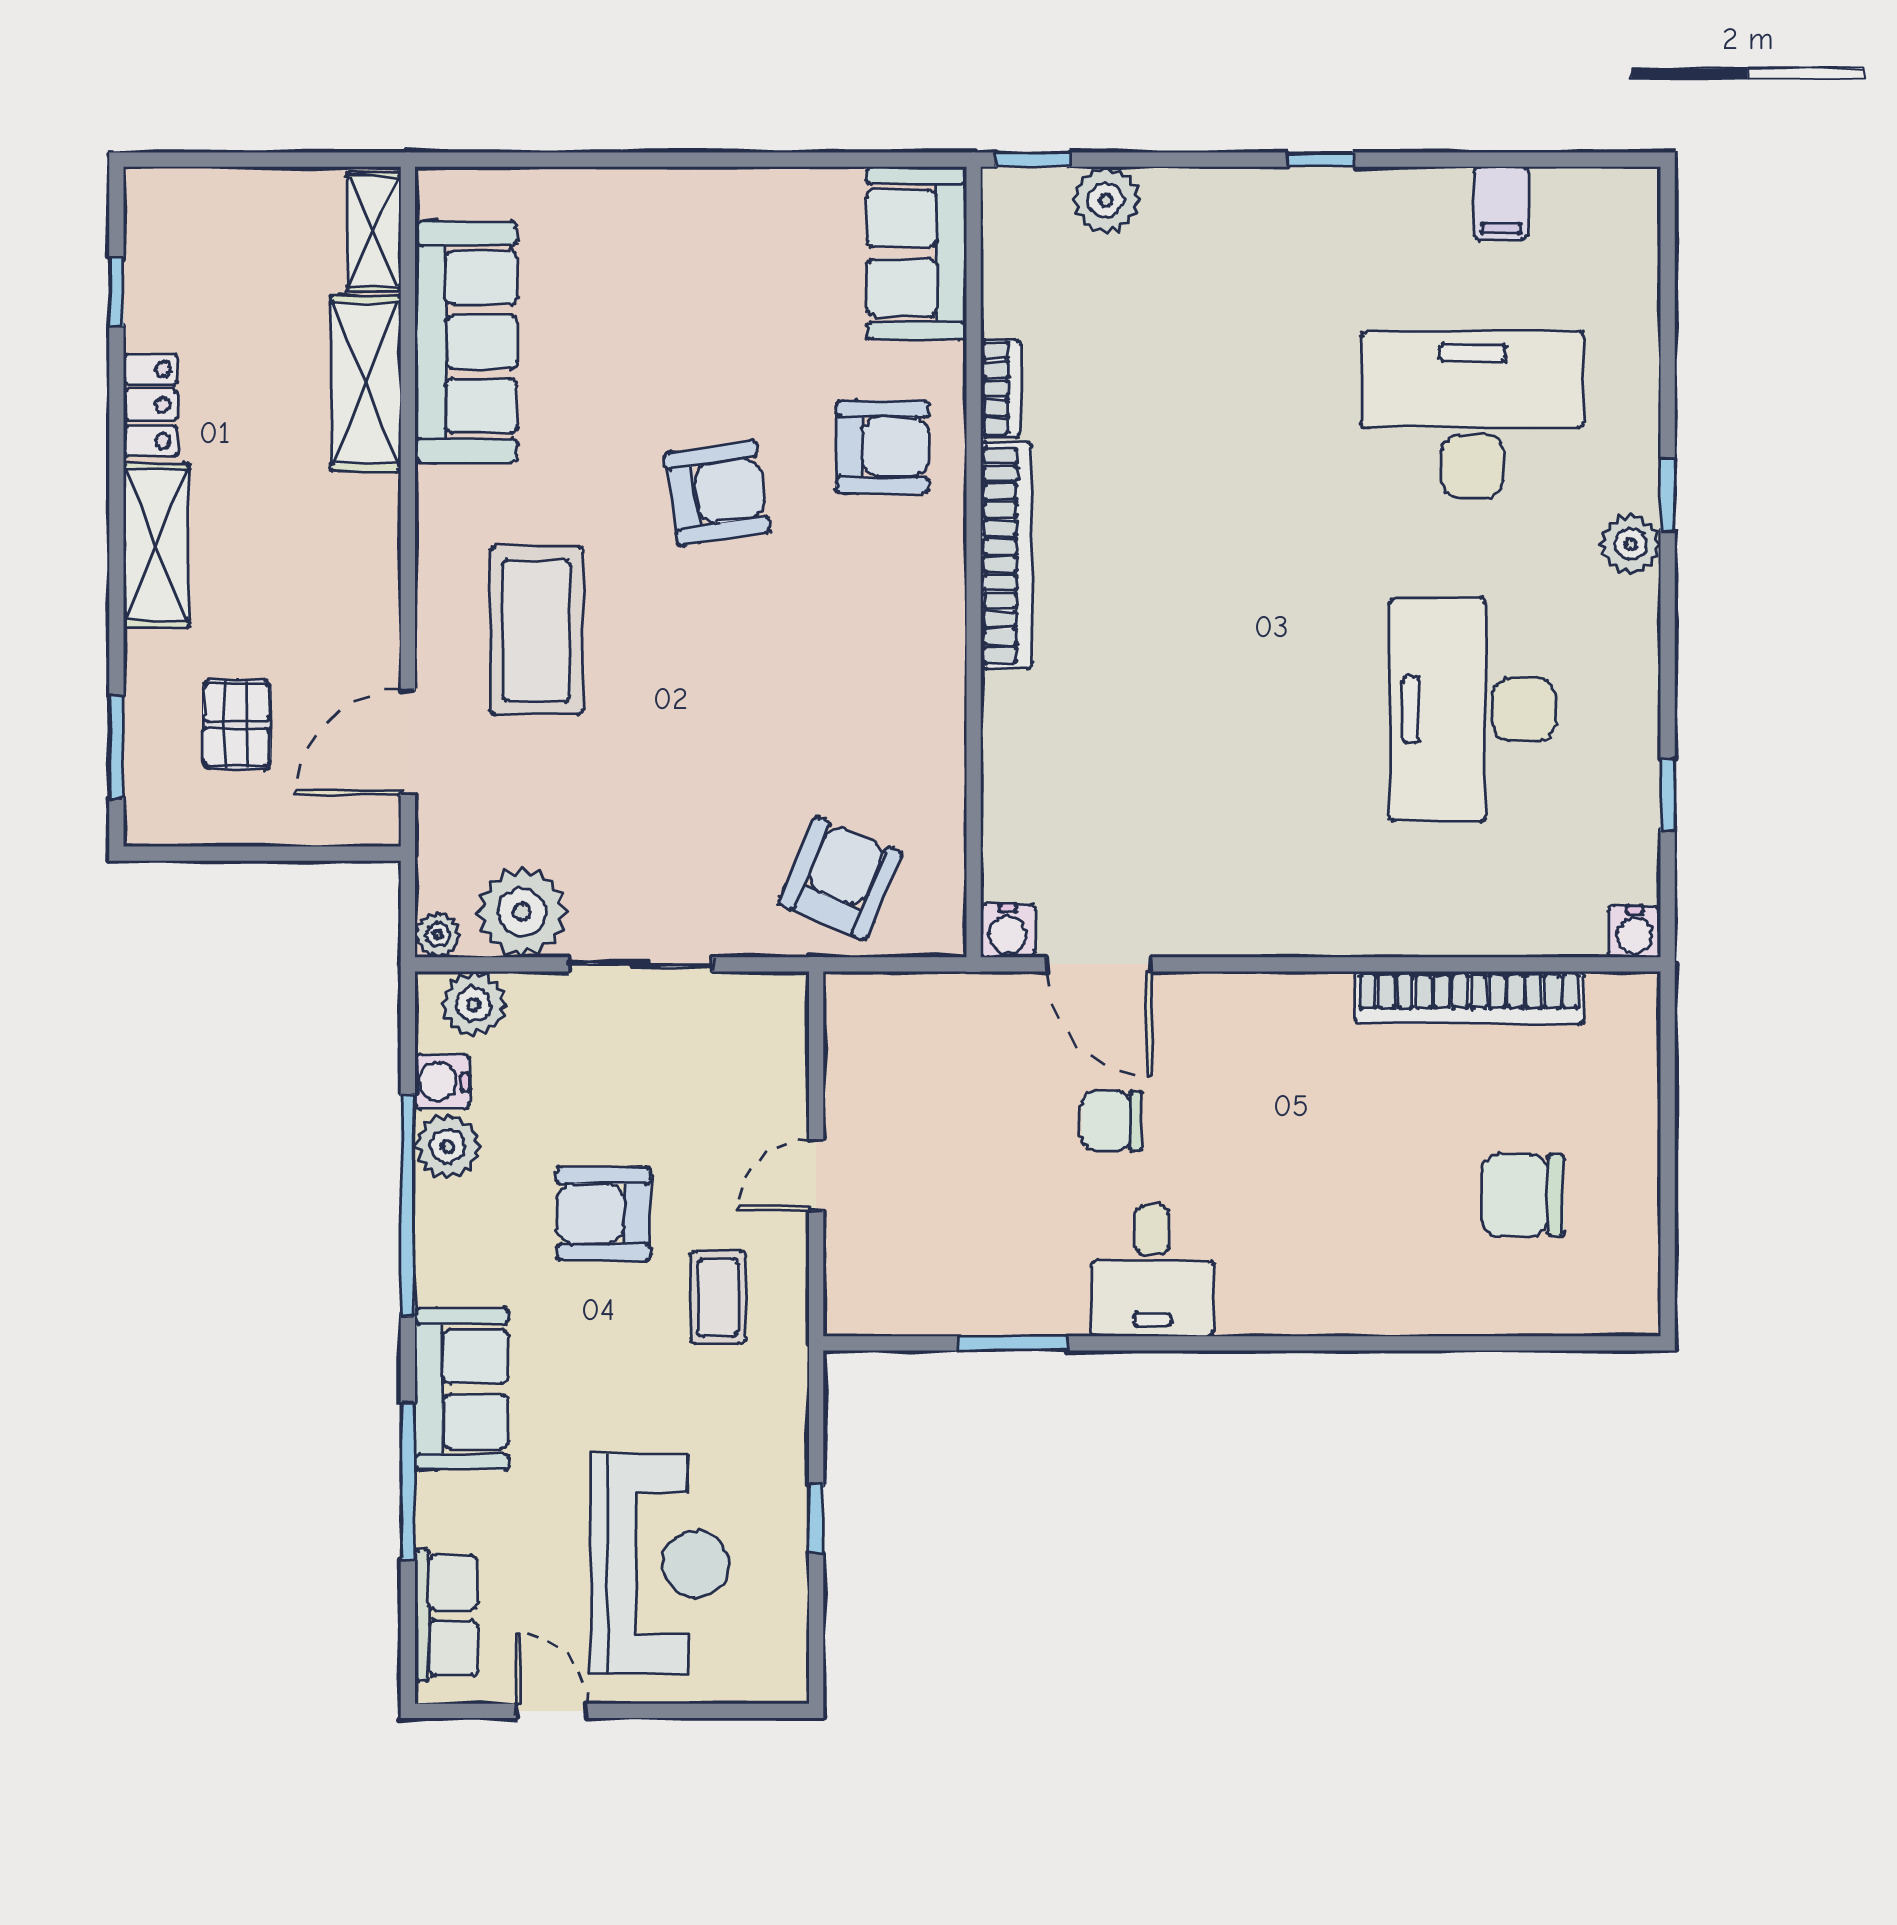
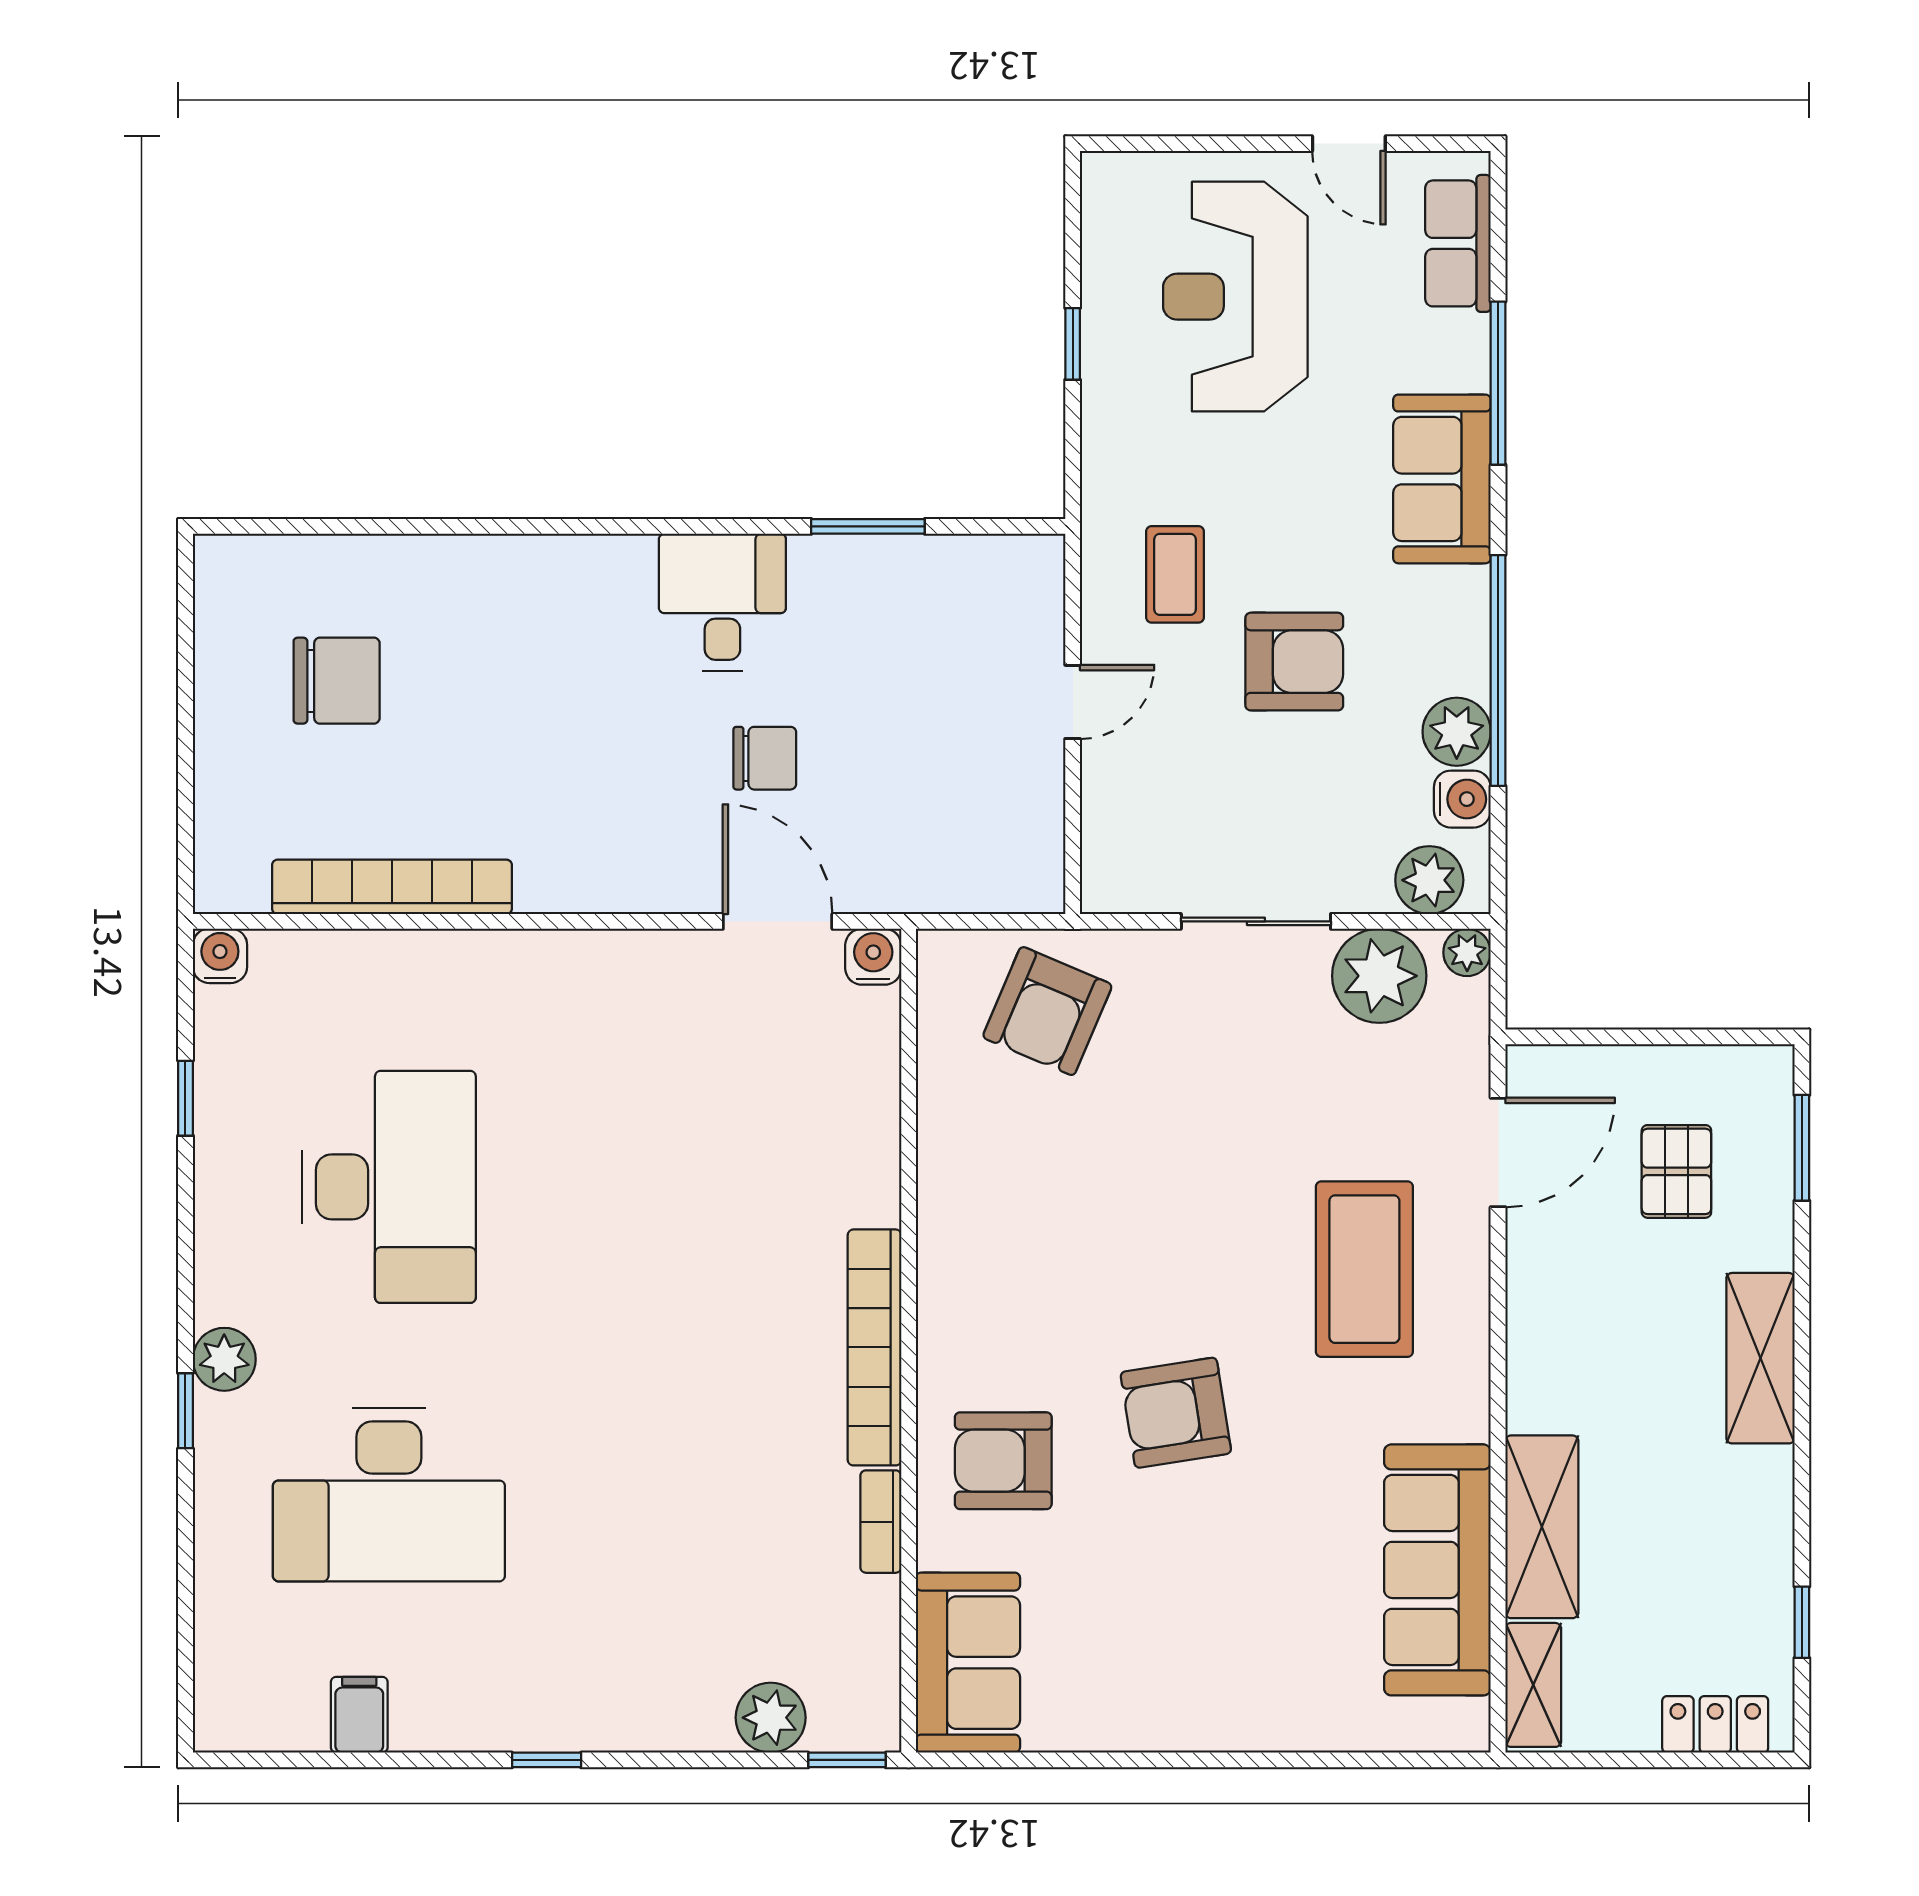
locker: (150, 405) -> (1715, 1724), moved, turned 90

